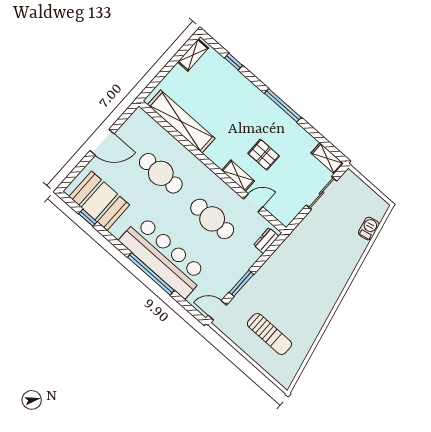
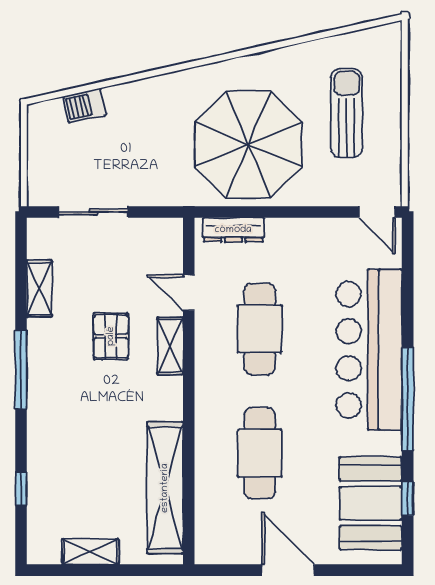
shelving: (193, 55) -> (90, 552), moved
shelving: (327, 158) -> (39, 289), moved
dresser: (266, 241) -> (233, 230), width x1.44
window: (151, 274) -> (408, 399), moved
parasol: (292, 282) -> (248, 145), added
window: (241, 283) -> (312, 212), removed

